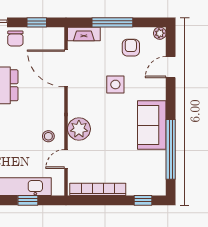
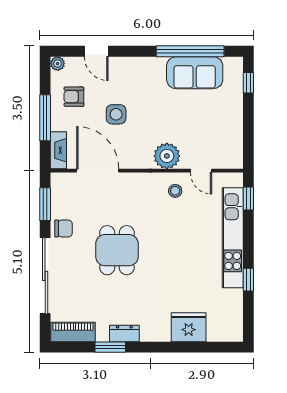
window: (37, 22) -> (45, 204), width x1.50
door: (66, 68) -> (98, 171), swing flipped
sofa: (152, 125) -> (195, 73), moved
bookcase: (98, 189) -> (236, 134), removed
window: (28, 200) -> (248, 199), moved

